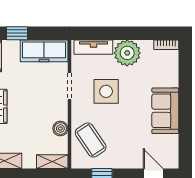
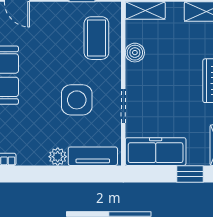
plant: (127, 53) -> (58, 157), width x0.53, depth x0.53
coffee table: (91, 140) -> (96, 38), turned 34

